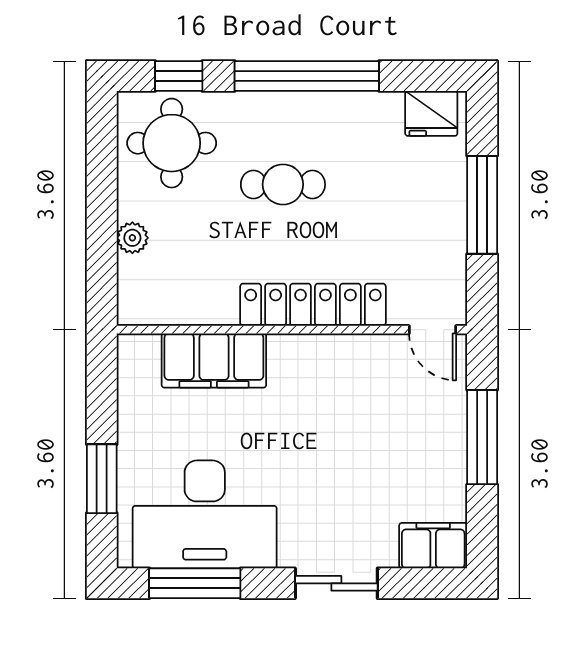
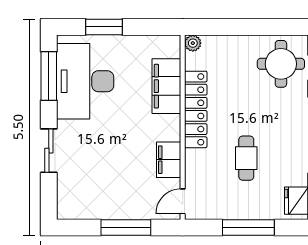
cafe table: (283, 184) -> (246, 158), moved
plant: (132, 238) -> (193, 43), moved
locker: (313, 305) -> (196, 109), moved
filing cabinet: (433, 546) -> (169, 160), moved, turned 180

